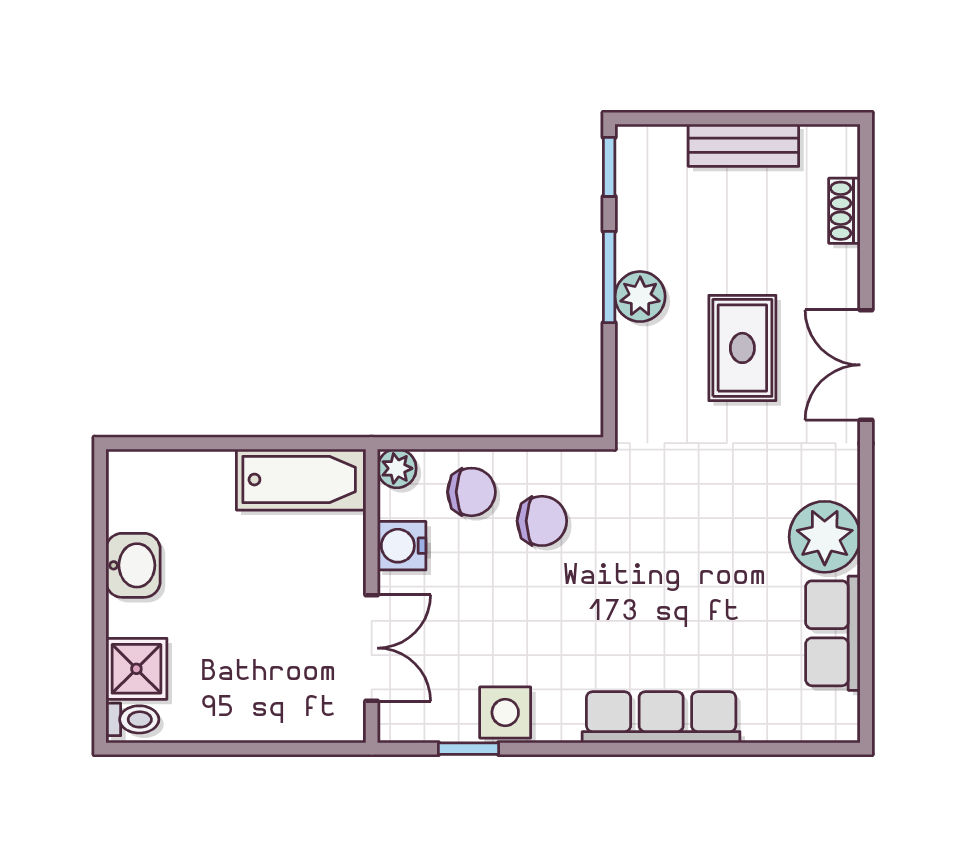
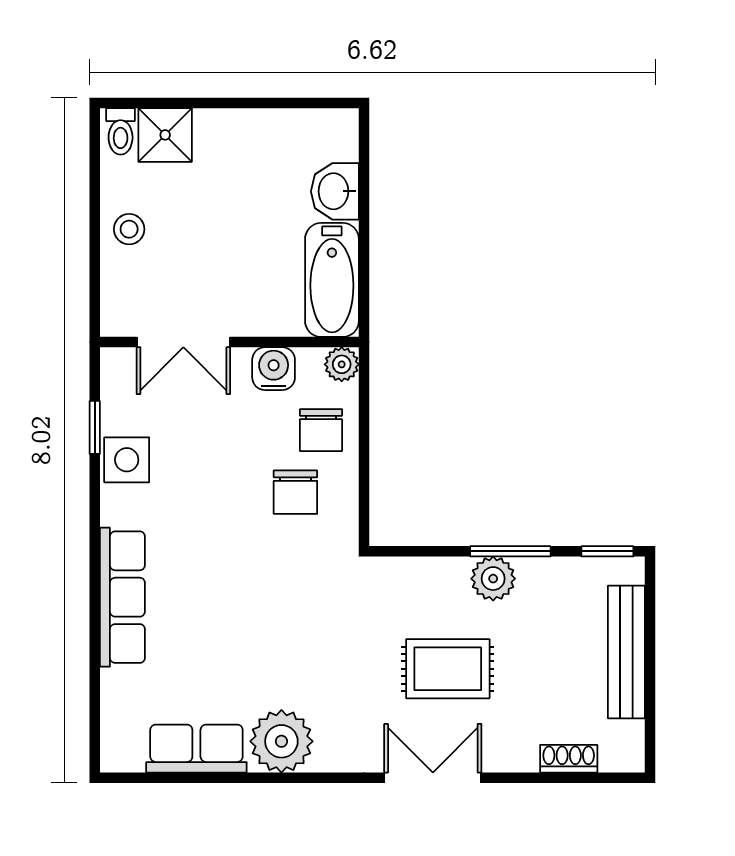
bench: (743, 145) -> (626, 652), width x1.36
washbasin: (133, 565) -> (335, 191), moved, turned 90
stool: (243, 710) -> (129, 229), added

